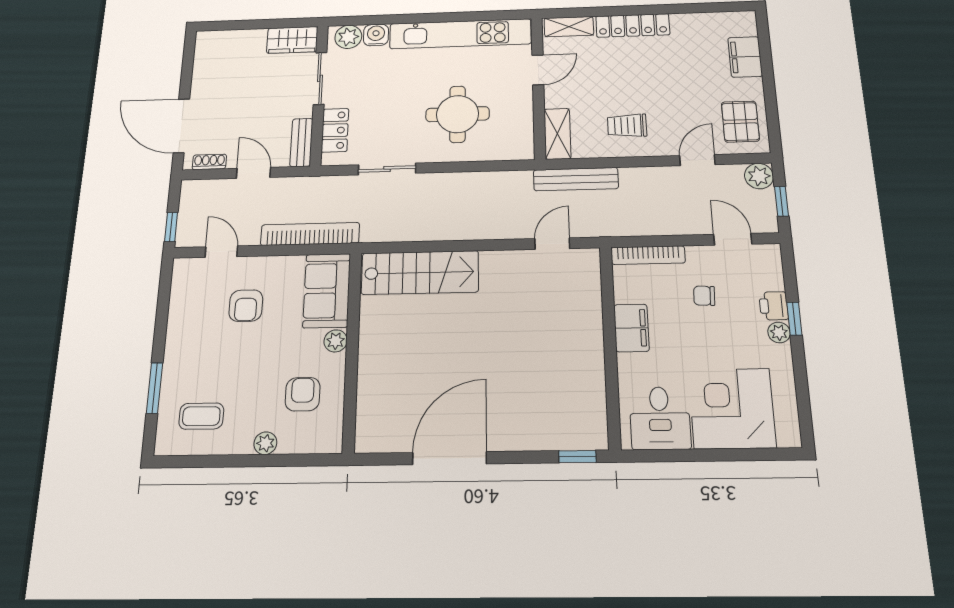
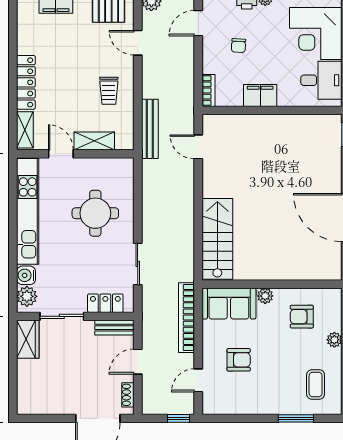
shelving: (557, 134) -> (94, 141), moved
bookcase: (648, 255) -> (208, 90), width x0.64

